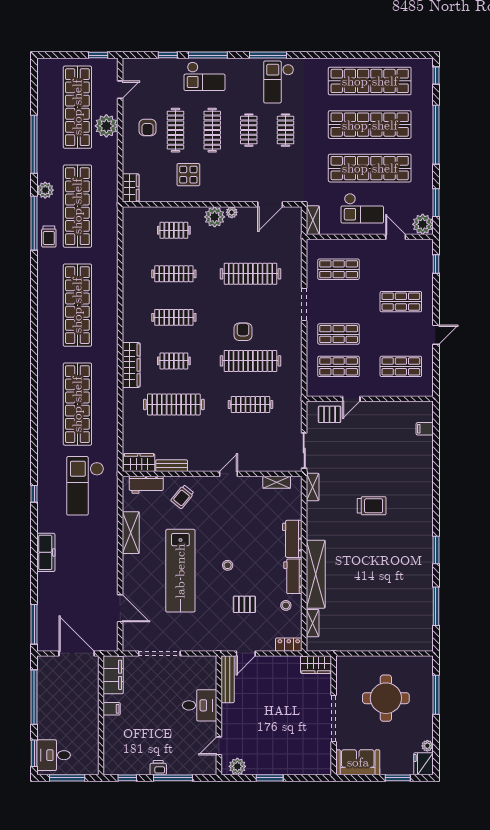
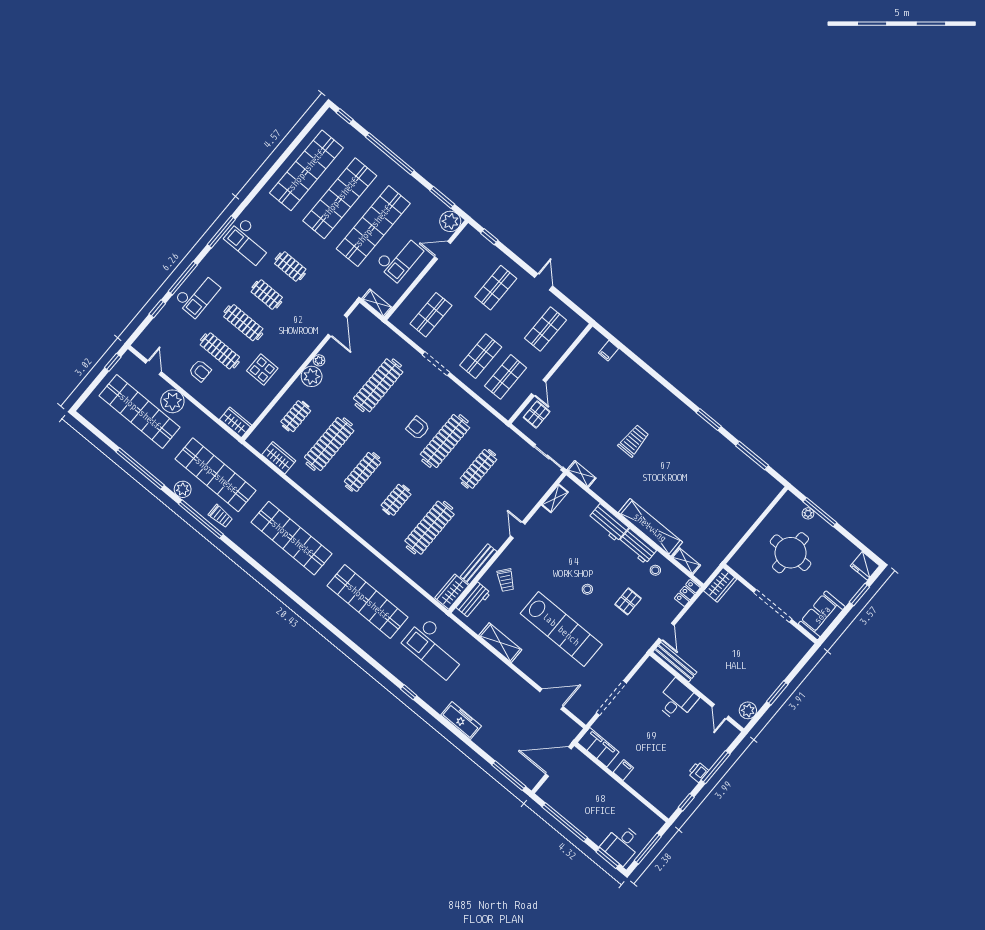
clothes rail: (174, 274) -> (329, 444), width x1.37, depth x1.31
wardrobe: (131, 365) -> (279, 458), moved, width x0.67
bench: (172, 466) -> (479, 564), width x1.36
plant: (427, 746) -> (808, 513), moved

